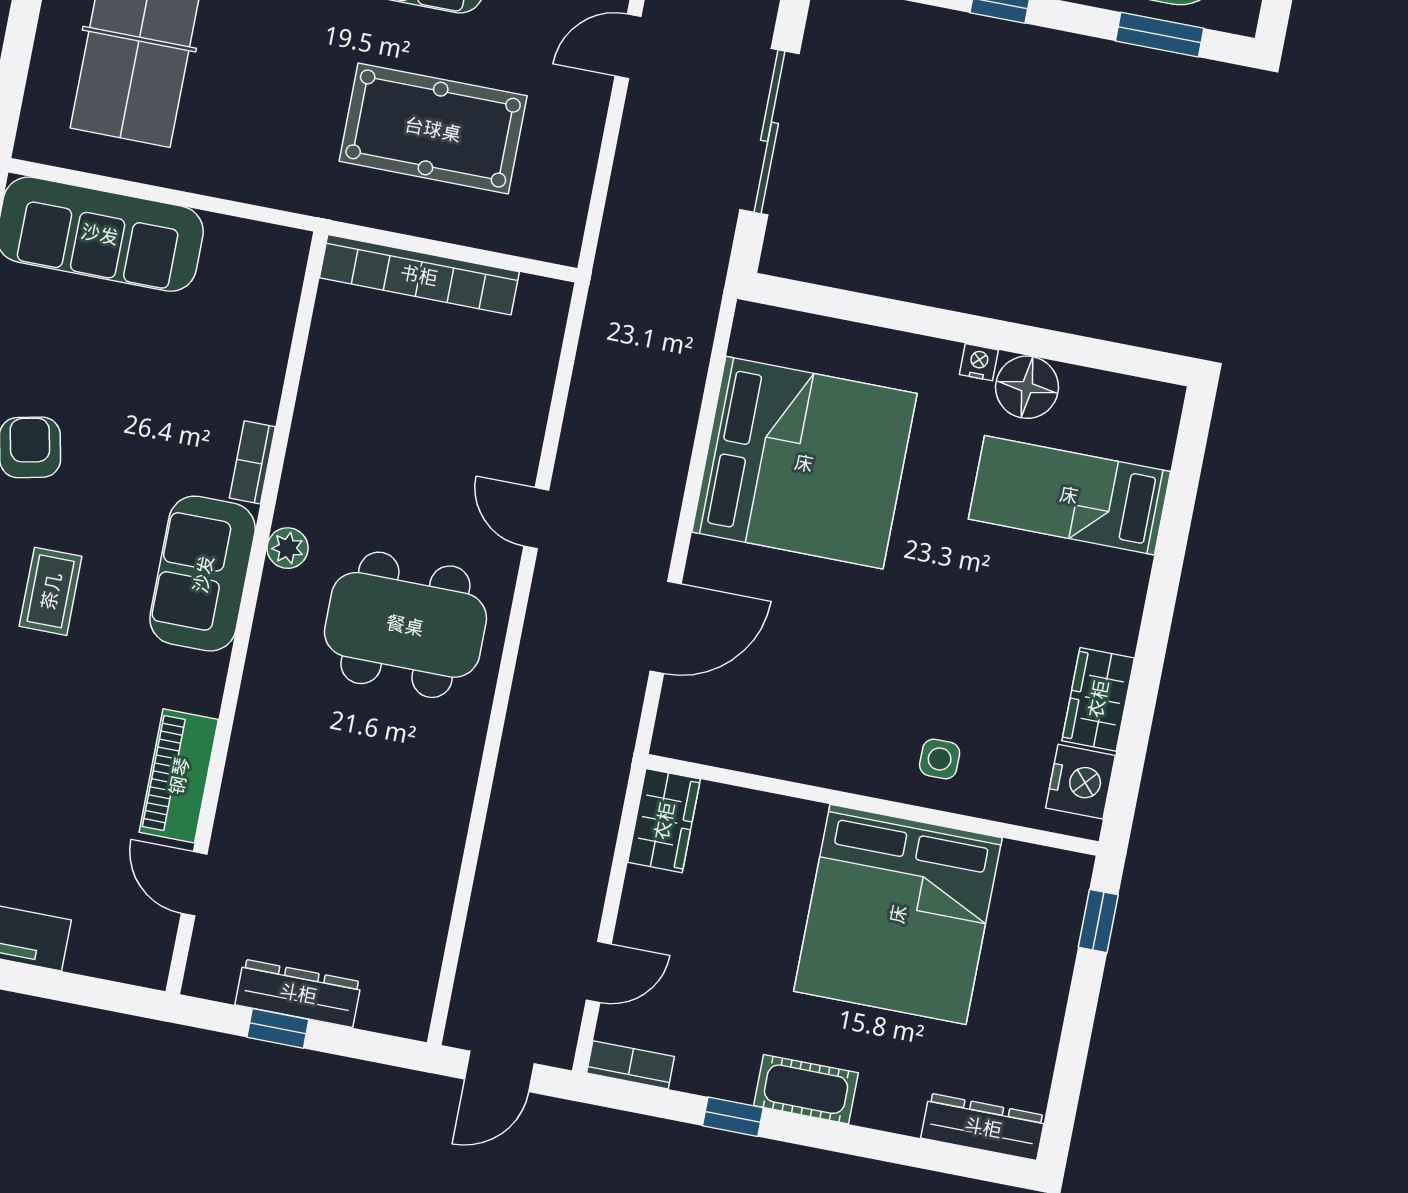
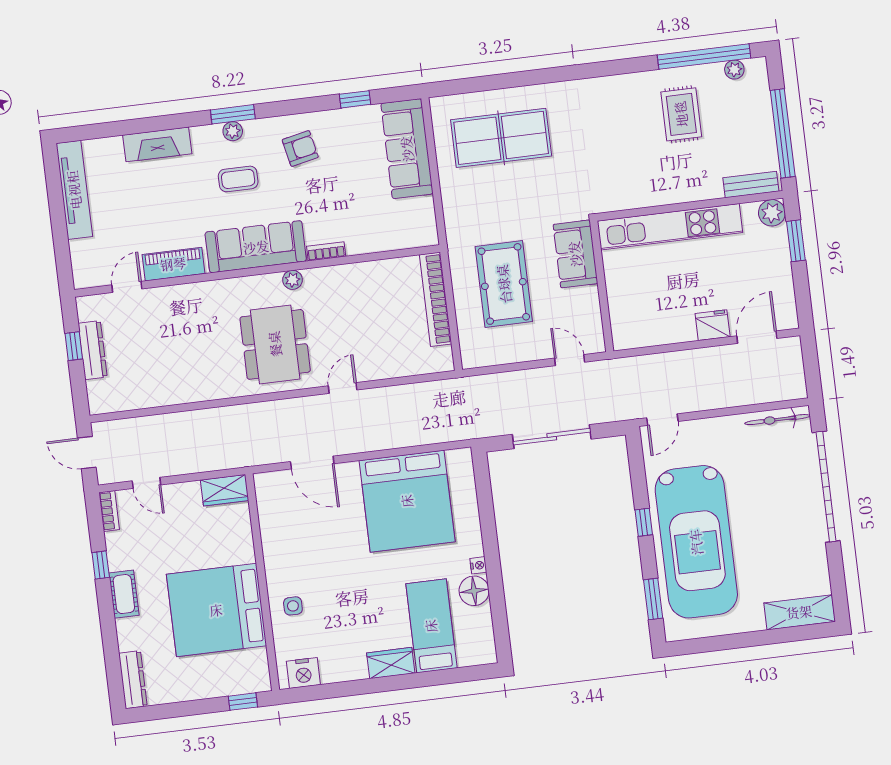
sofa: (203, 574) -> (256, 247), width x1.36
wardrobe: (1098, 699) -> (391, 663), moved

